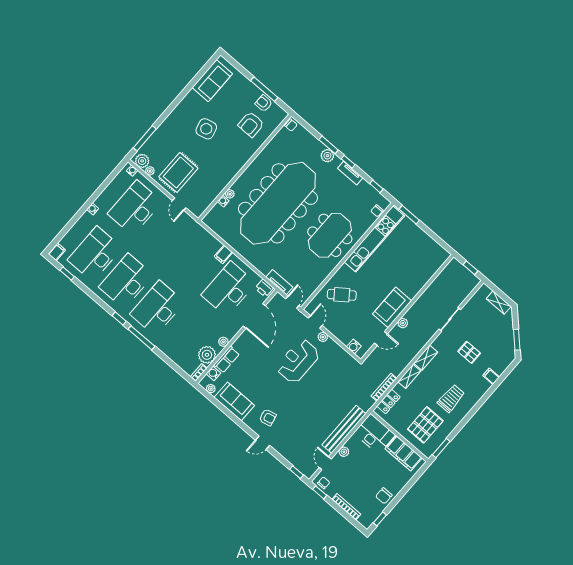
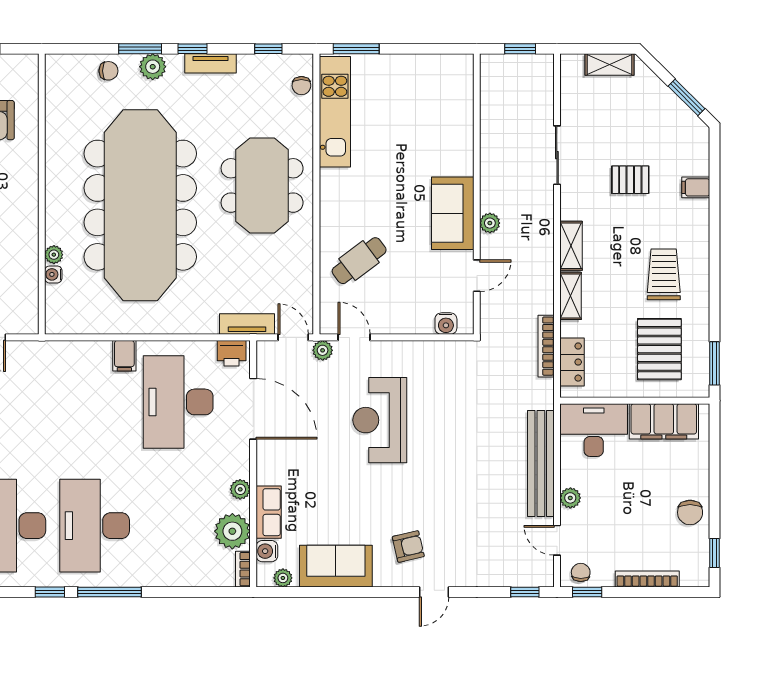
chair: (291, 125) -> (108, 71), moved
kitchen unit: (374, 239) -> (335, 112), width x0.73
plant: (323, 337) -> (323, 350), moved

